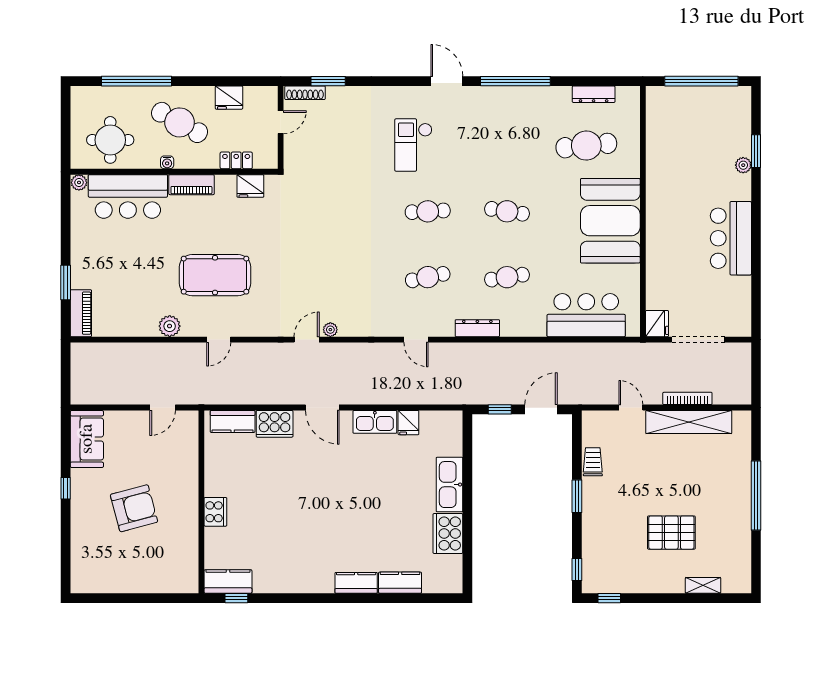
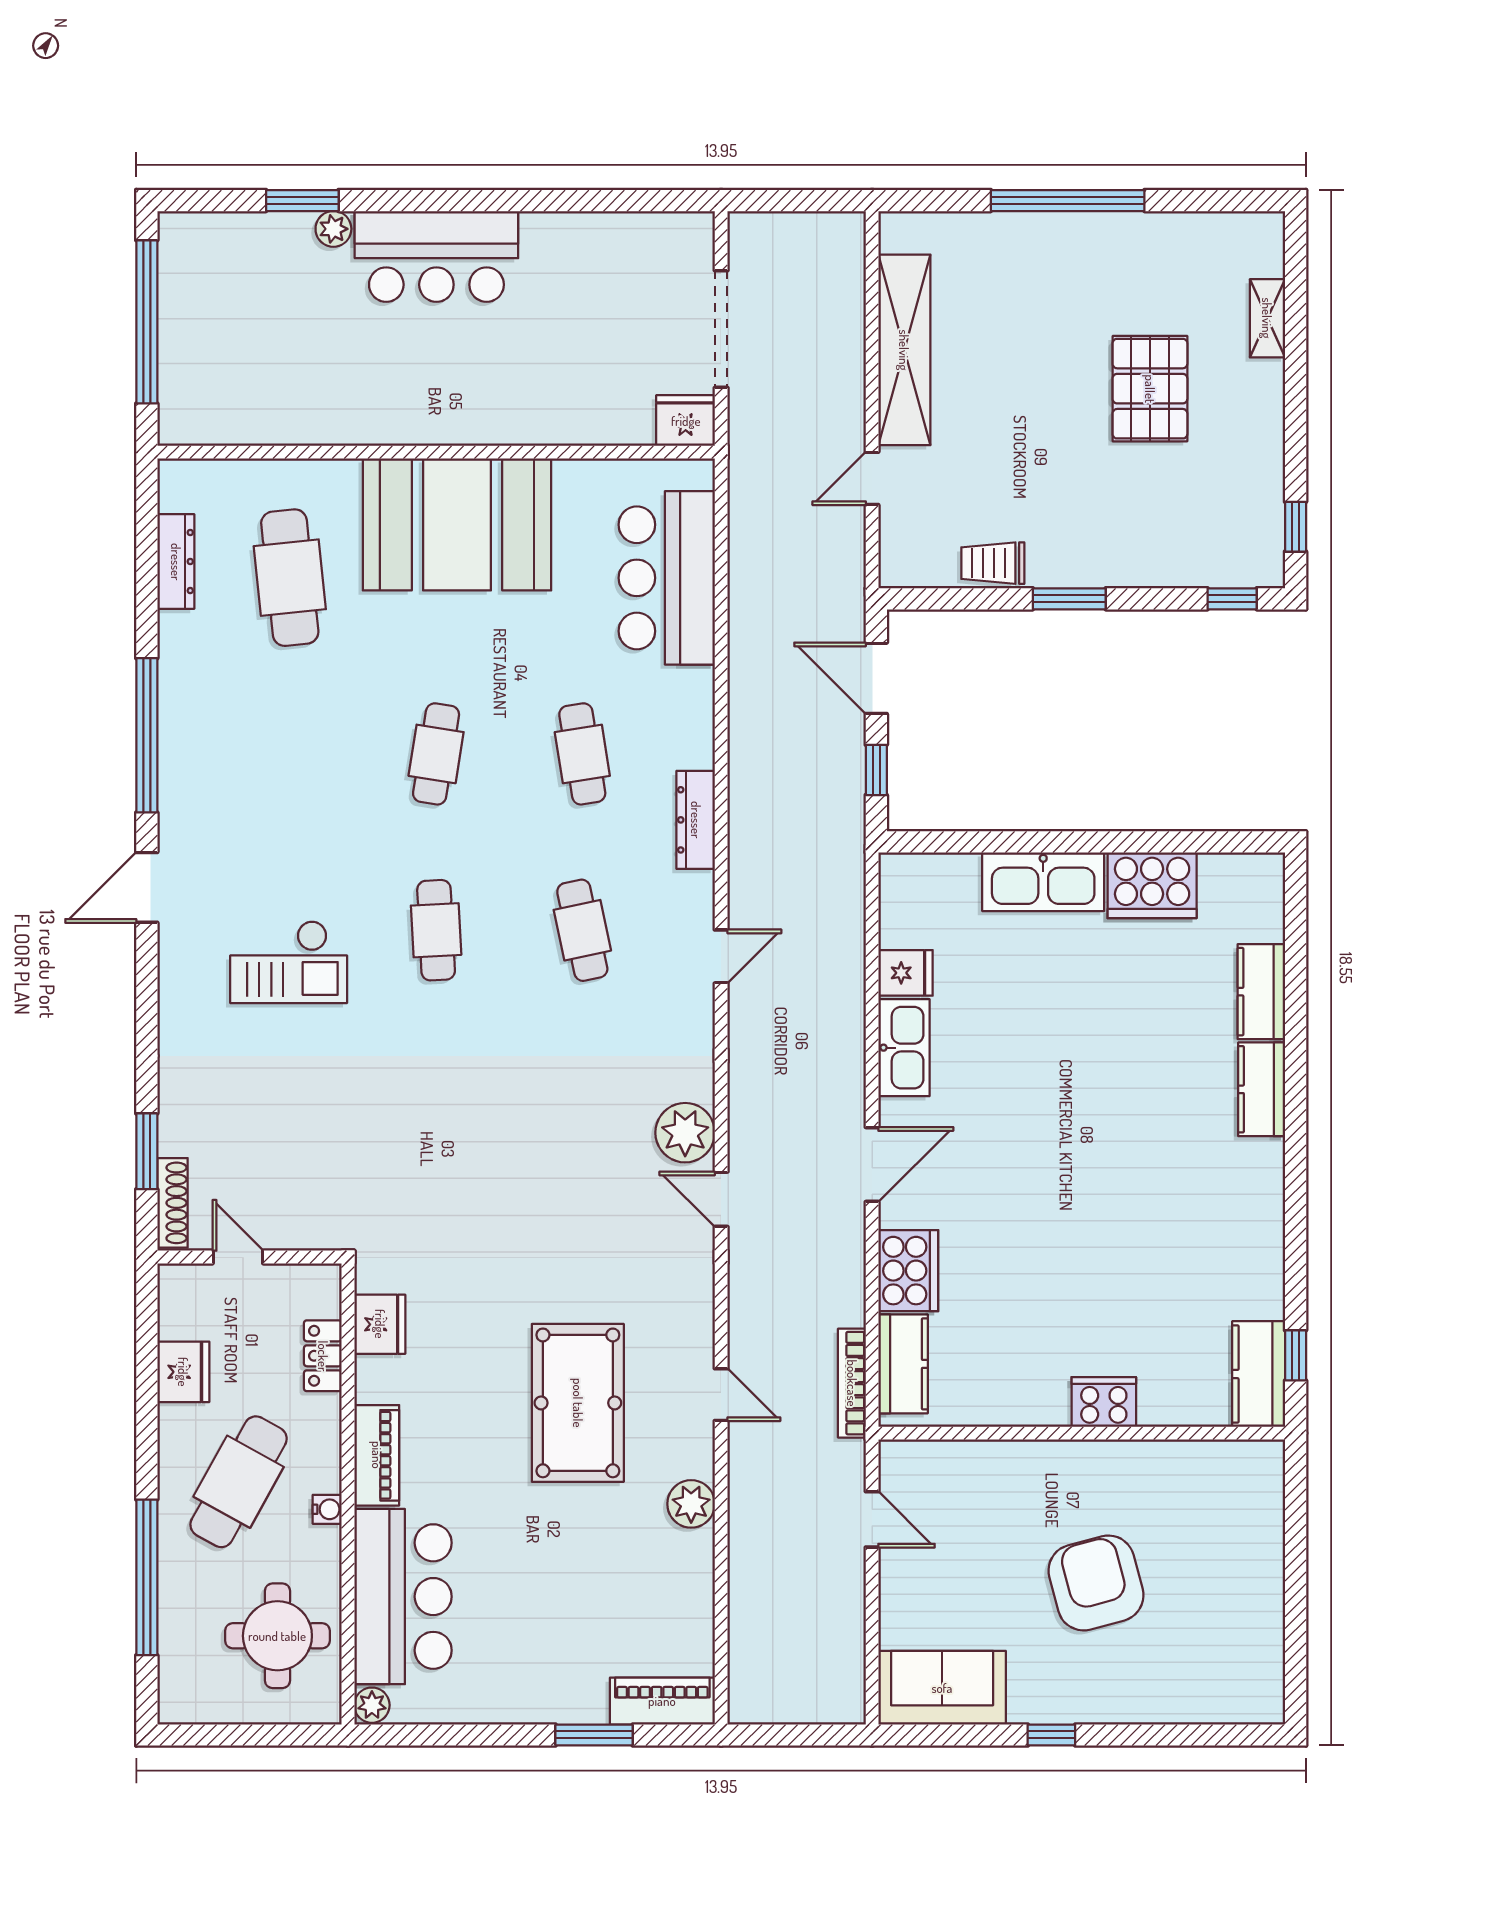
bar counter: (731, 238) -> (436, 256), moved
plant: (330, 330) -> (685, 1133), width x1.87, depth x1.87
bookcase: (687, 398) -> (852, 1383), moved

